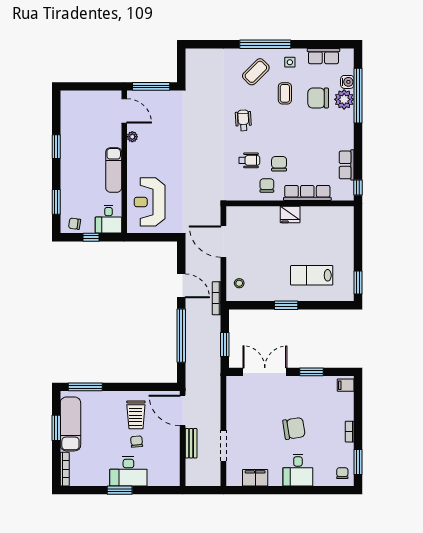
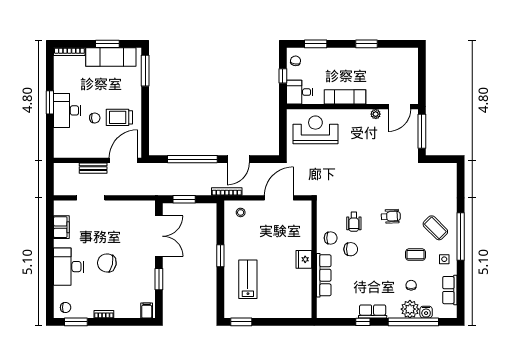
chair: (318, 98) -> (411, 285), width x0.54, depth x0.54
row of seats: (347, 165) -> (373, 312), moved
window: (358, 187) -> (363, 322), moved
chair: (294, 428) -> (107, 263), turned 111
desk: (298, 470) -> (68, 267), width x1.37

